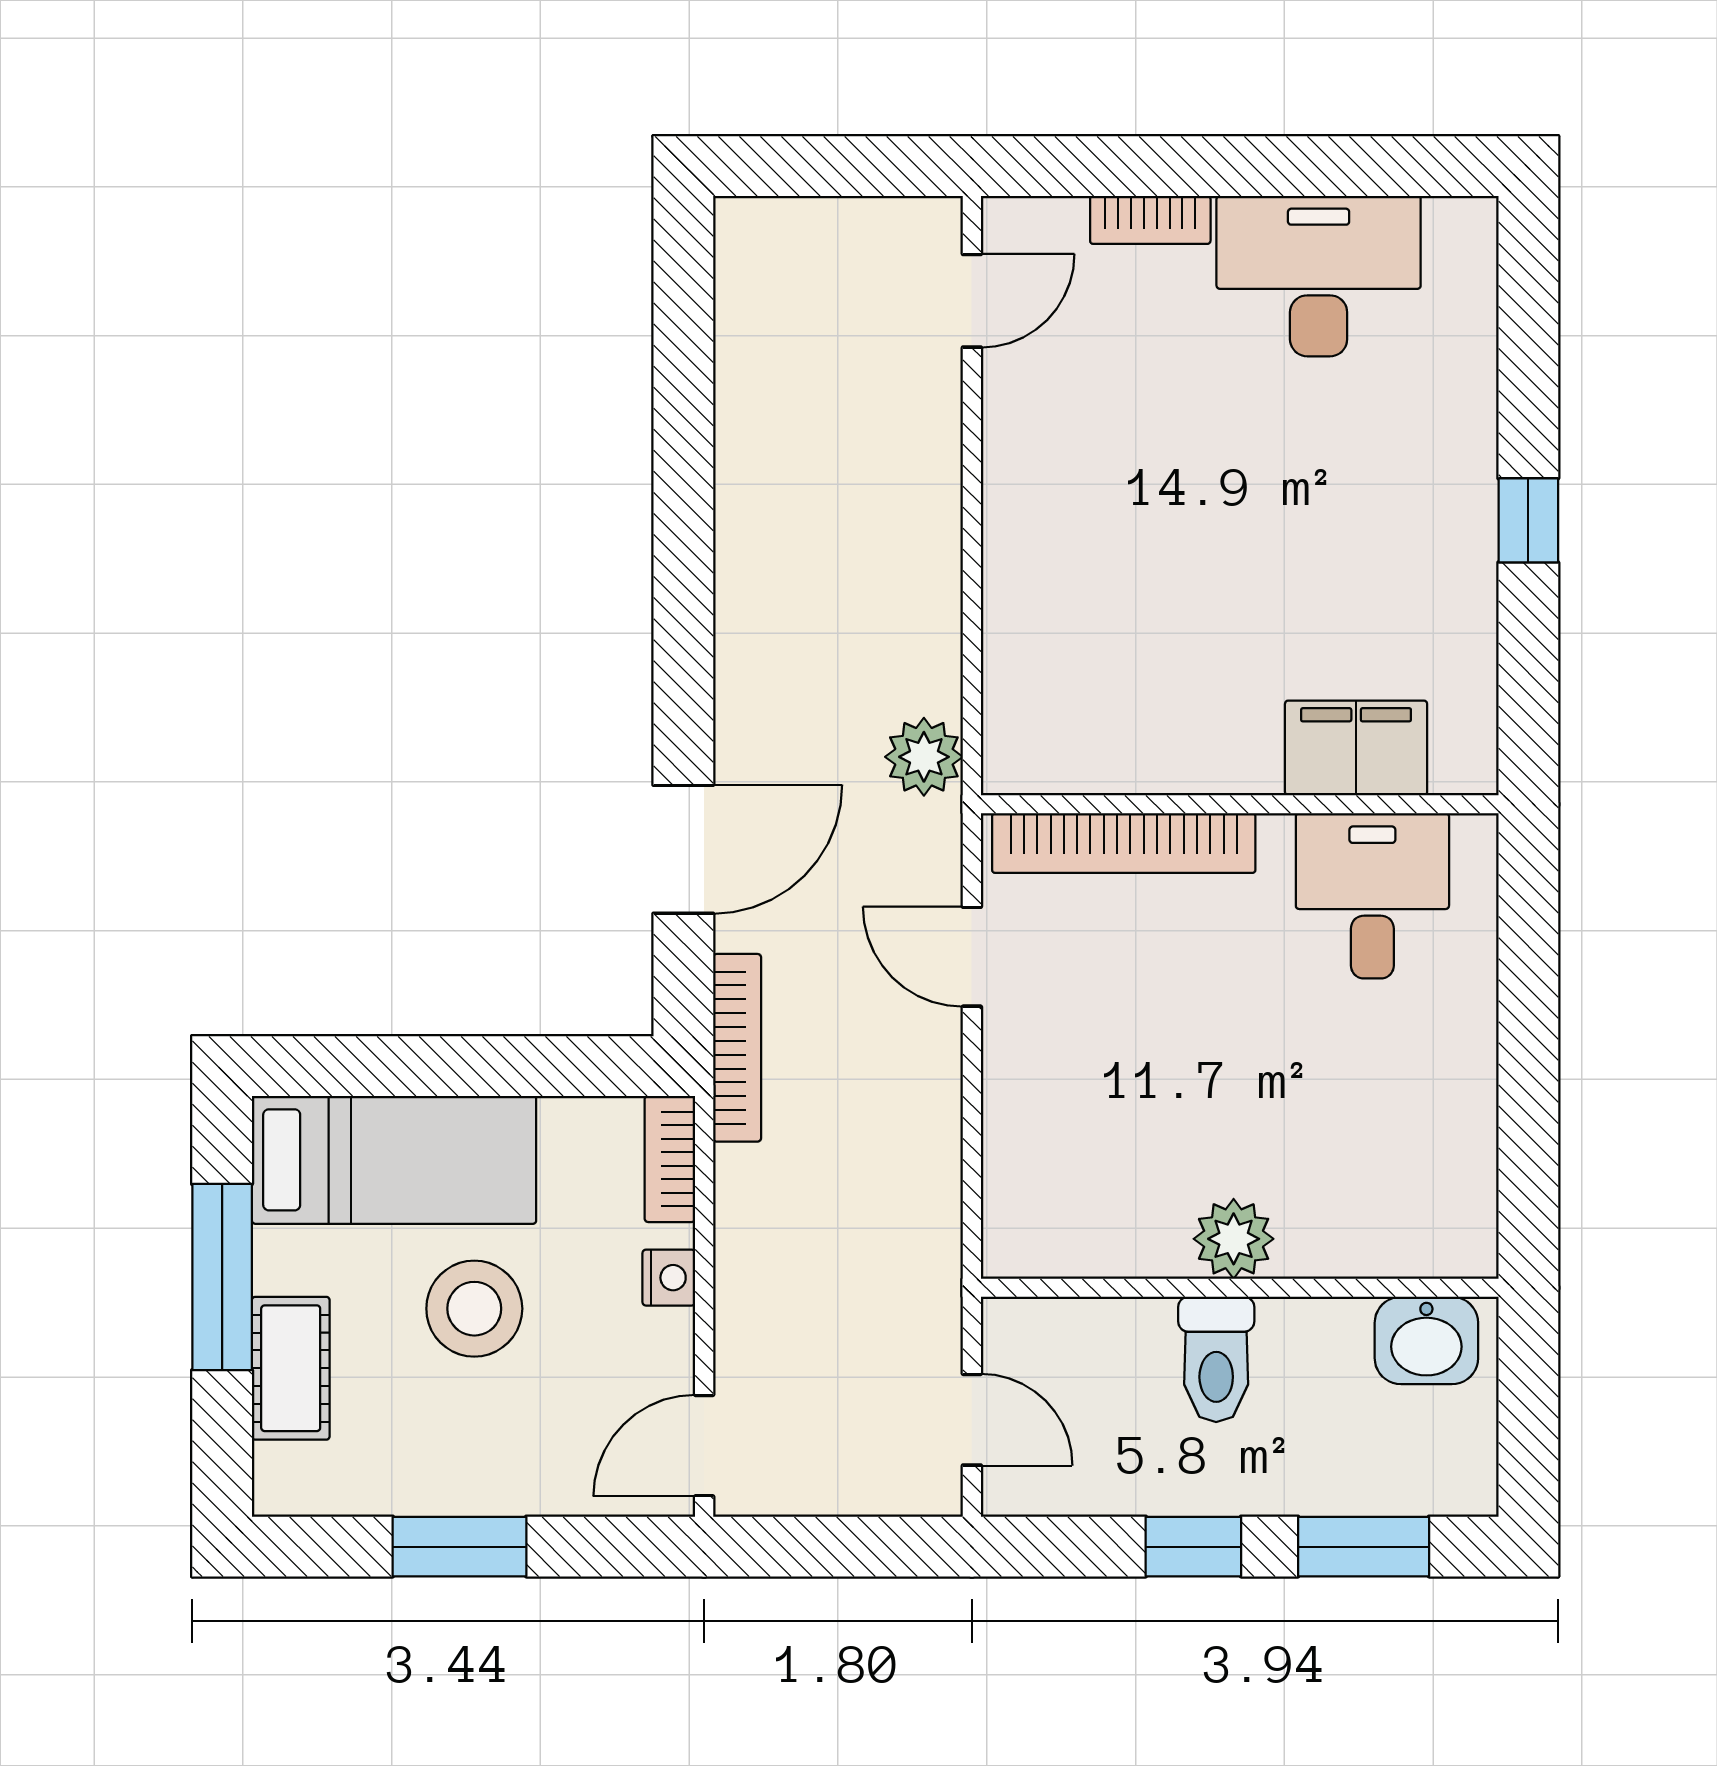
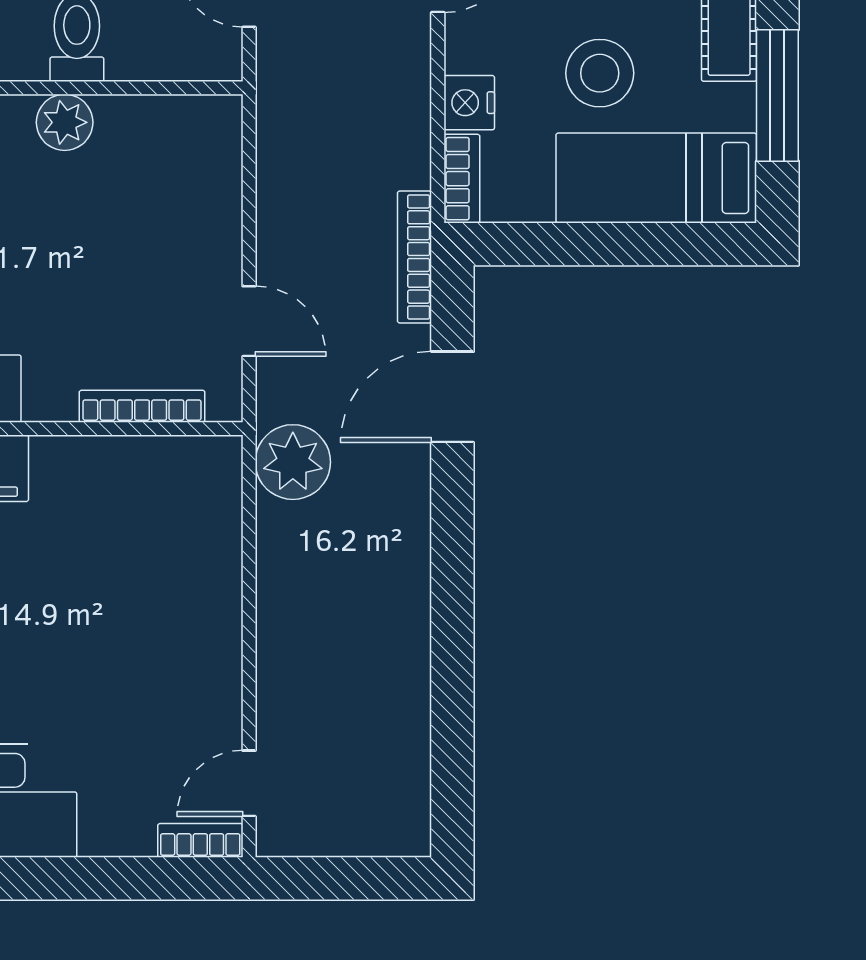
bookcase: (1150, 220) -> (200, 840), moved
plant: (924, 757) -> (293, 462), width x1.36, depth x1.36
bookcase: (1124, 843) -> (142, 406), width x0.68, depth x0.76
nightstand: (669, 1278) -> (469, 103), width x1.39, depth x1.35

